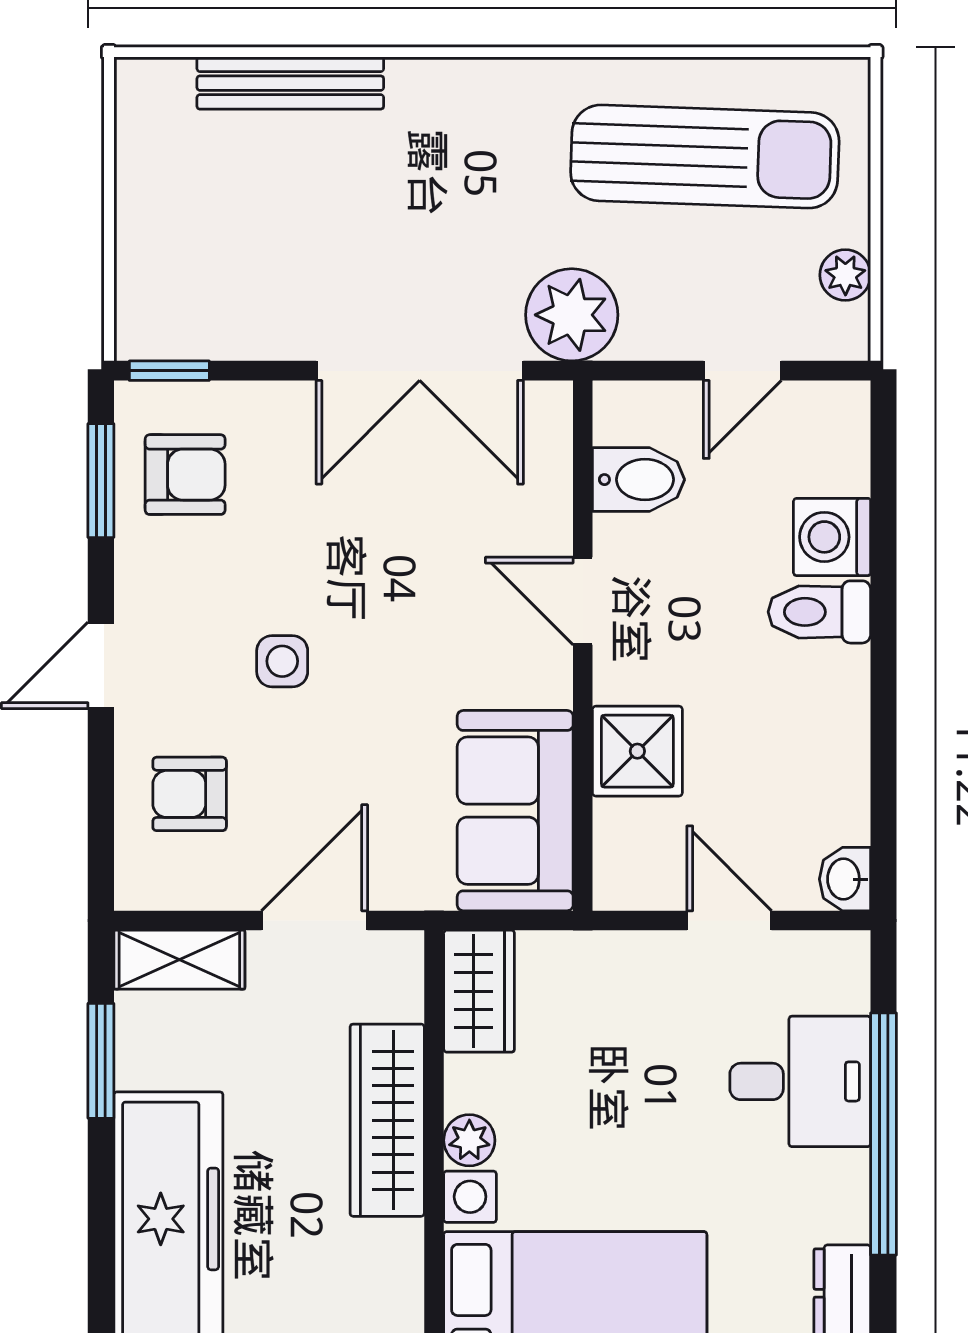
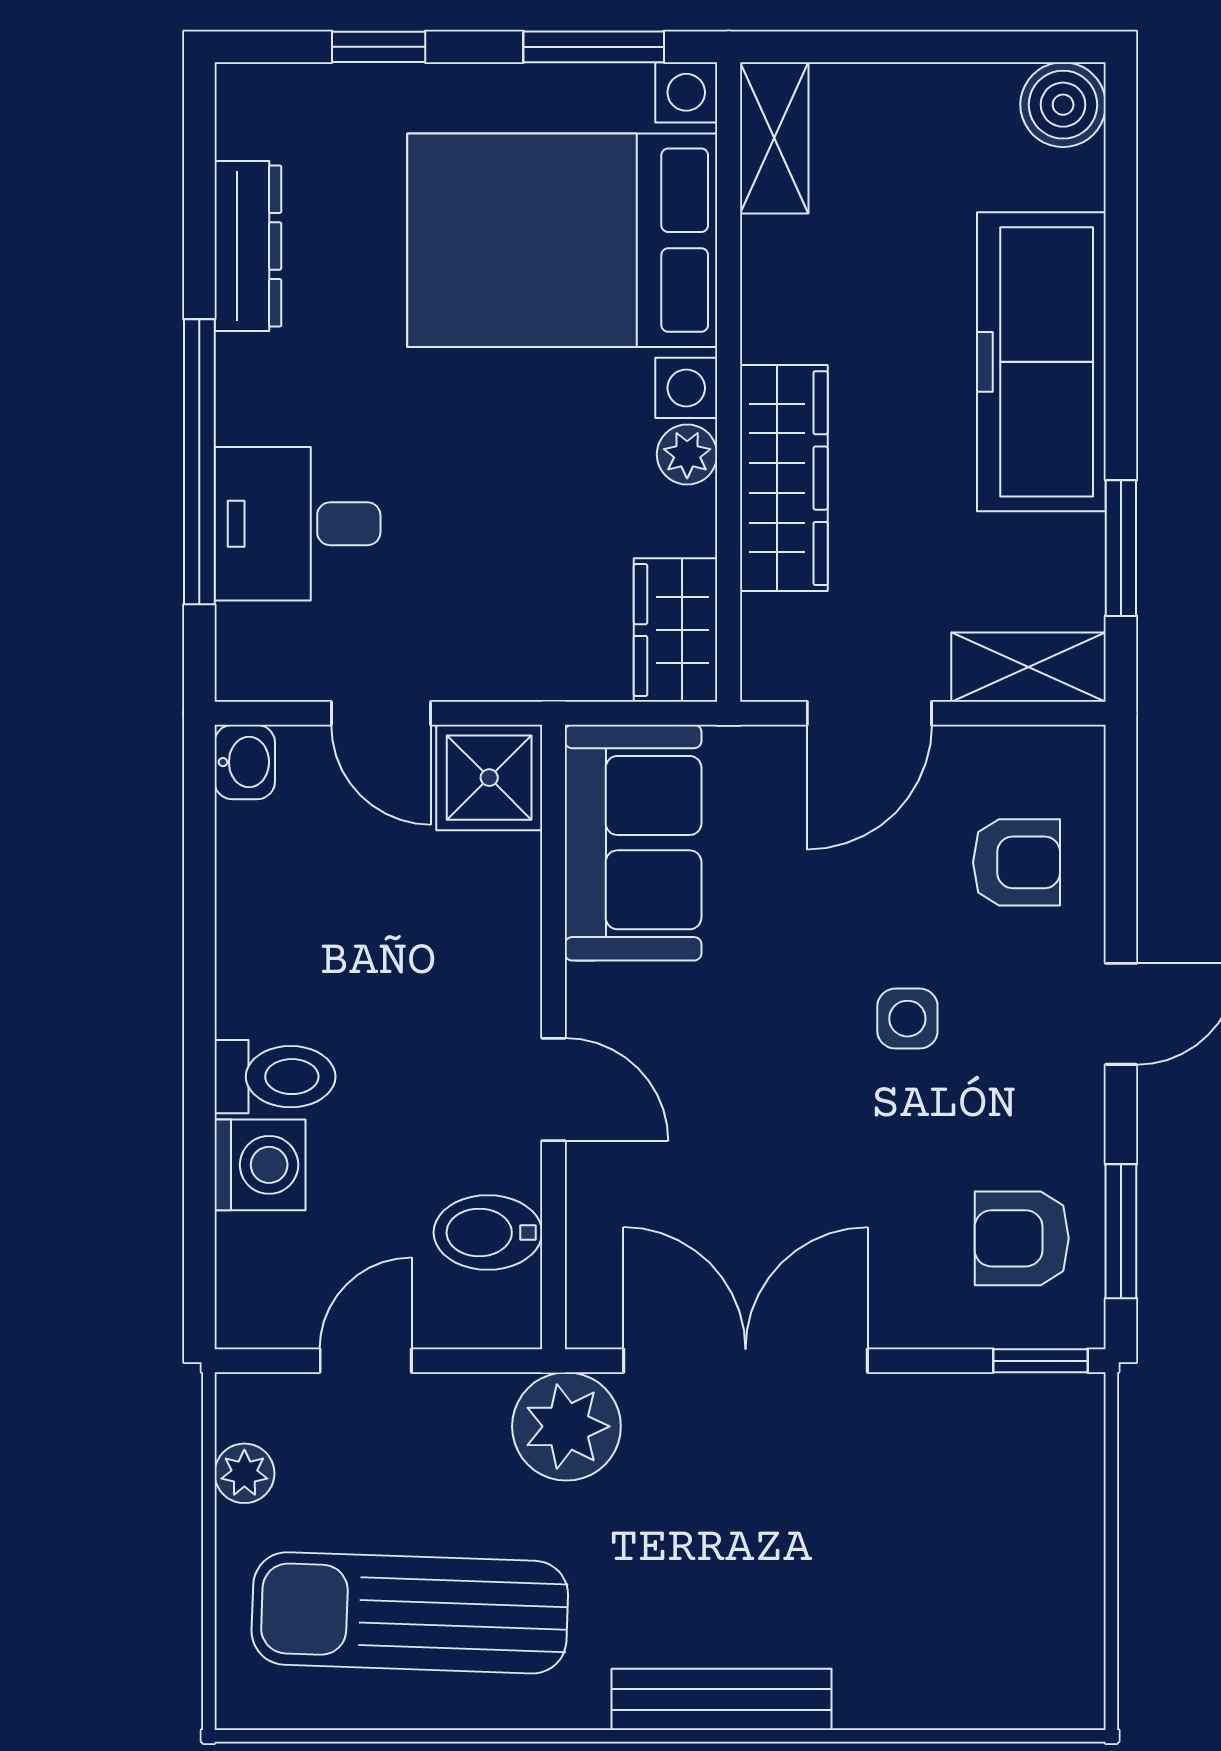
bench: (290, 83) -> (722, 1699), moved
shower: (637, 751) -> (489, 778), moved

